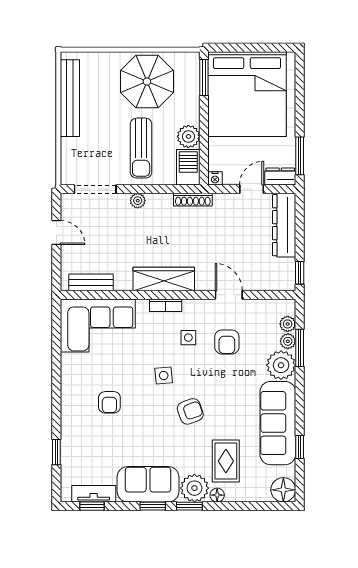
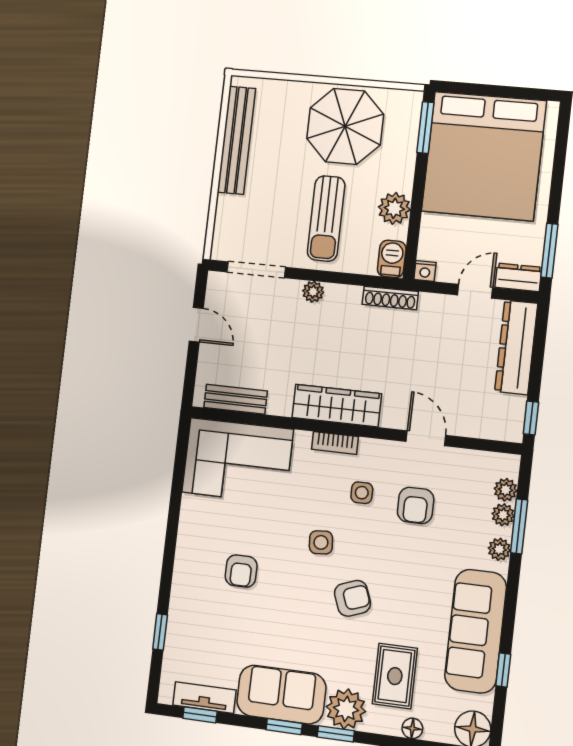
barbecue: (188, 167) -> (392, 259), width x0.73, depth x0.79
plant: (281, 365) -> (499, 549), width x0.53, depth x0.53
floor lamp: (217, 495) -> (412, 728), moved

